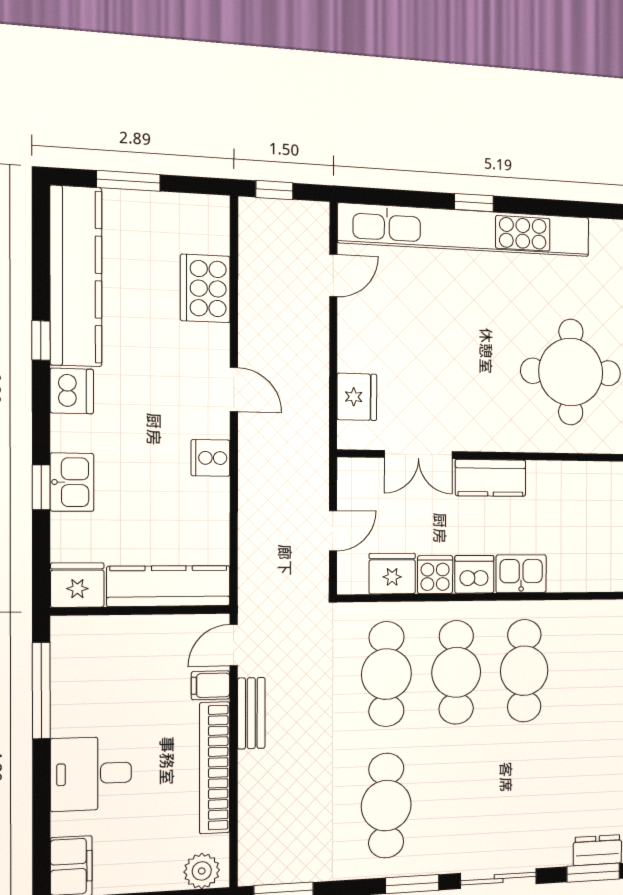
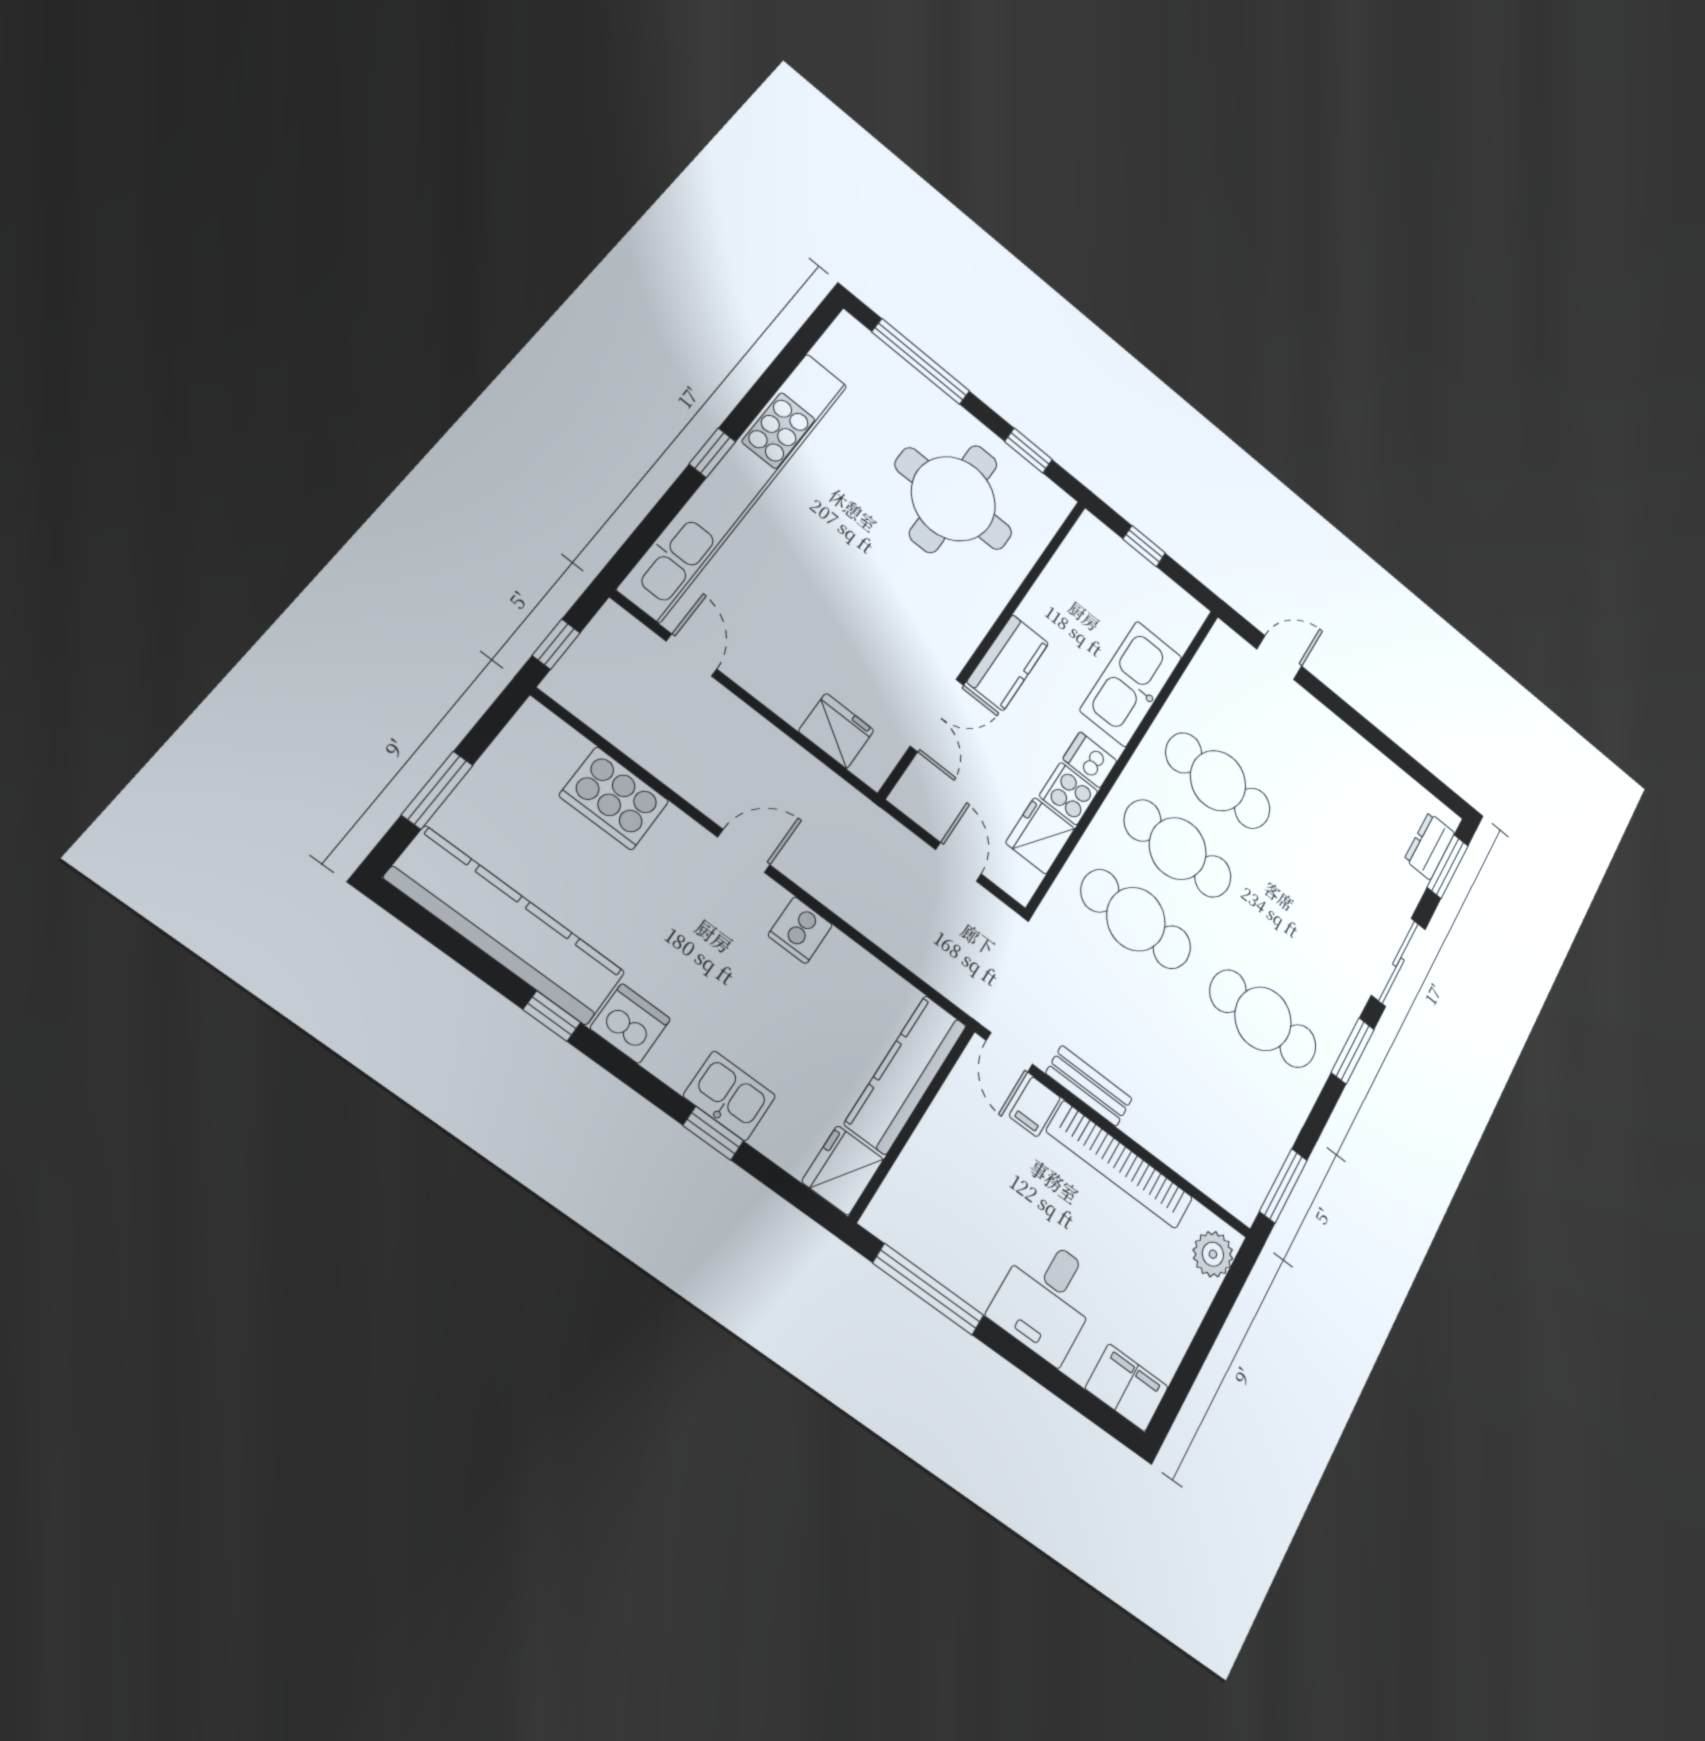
dishwasher: (474, 574) -> (1090, 760), width x0.73
kitchen sink: (521, 574) -> (1131, 684), width x1.87, depth x1.24

